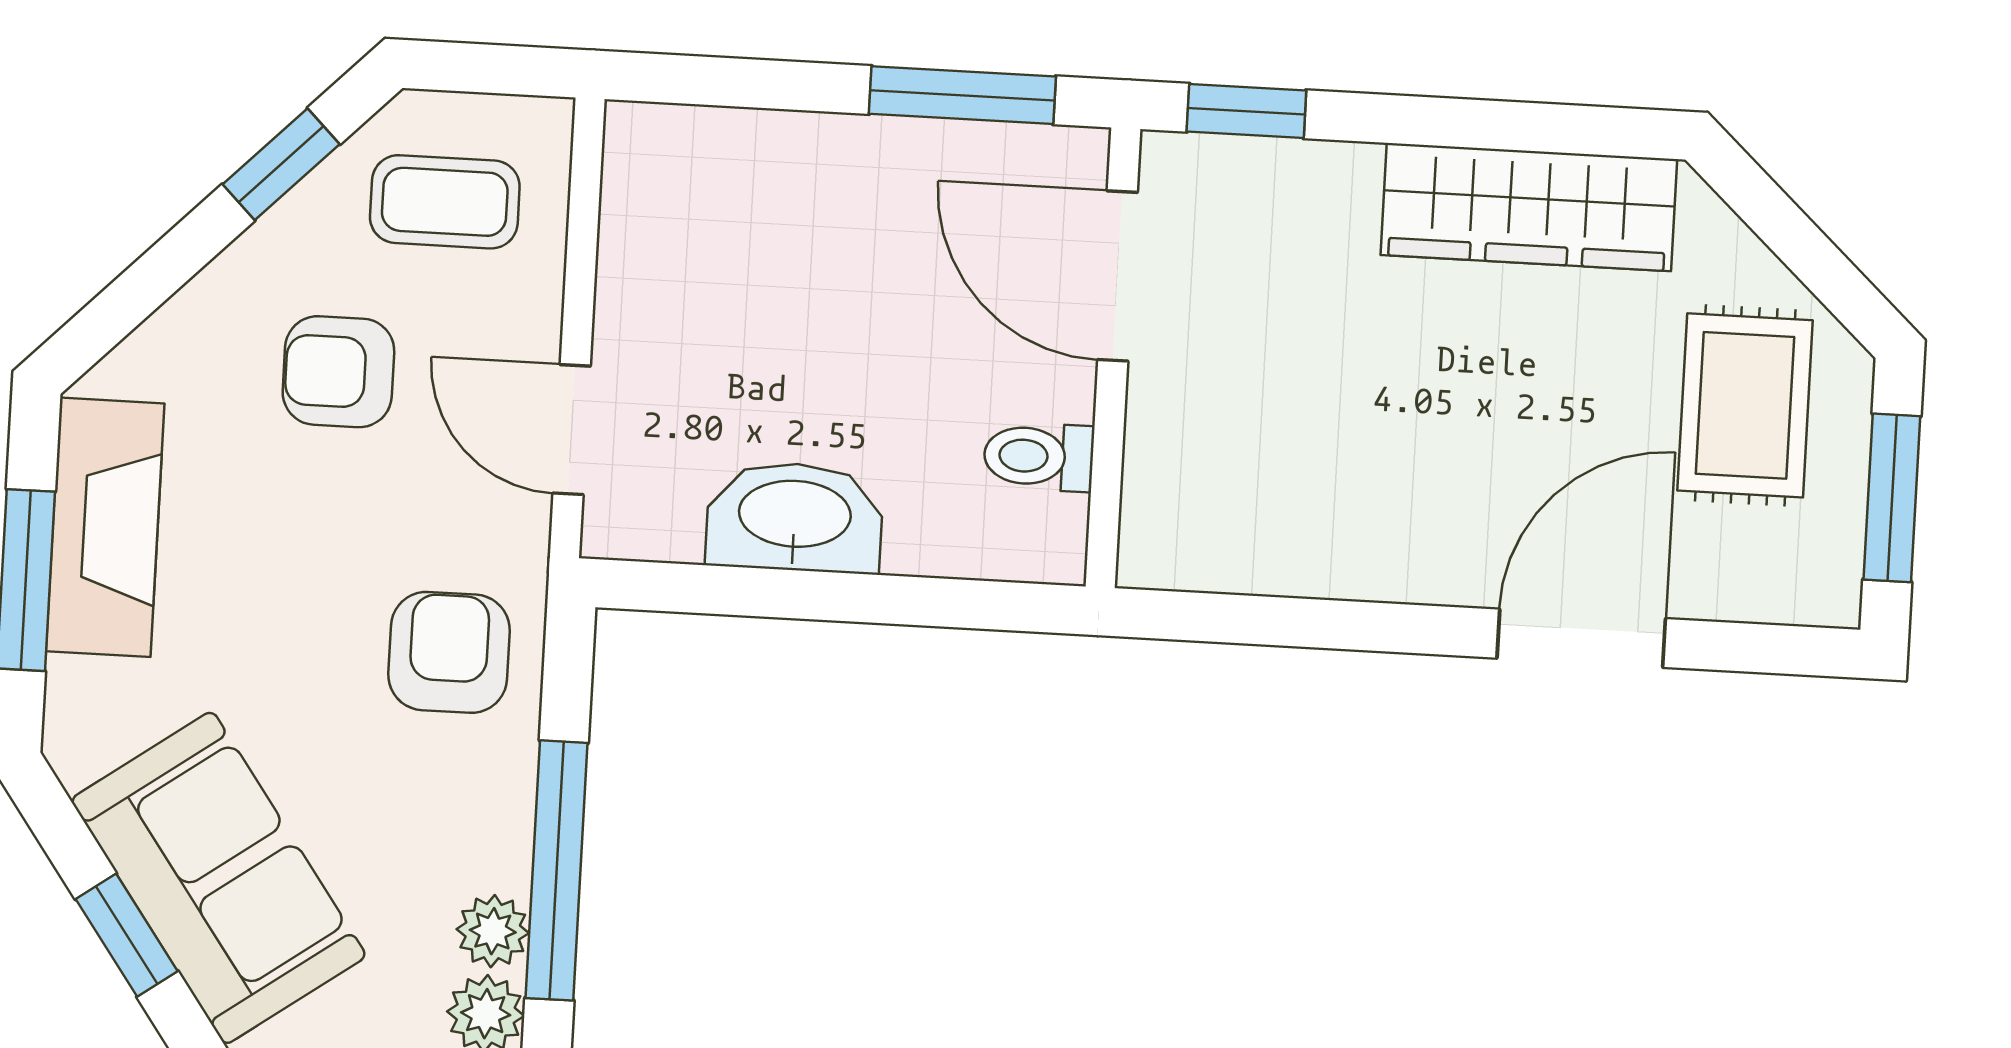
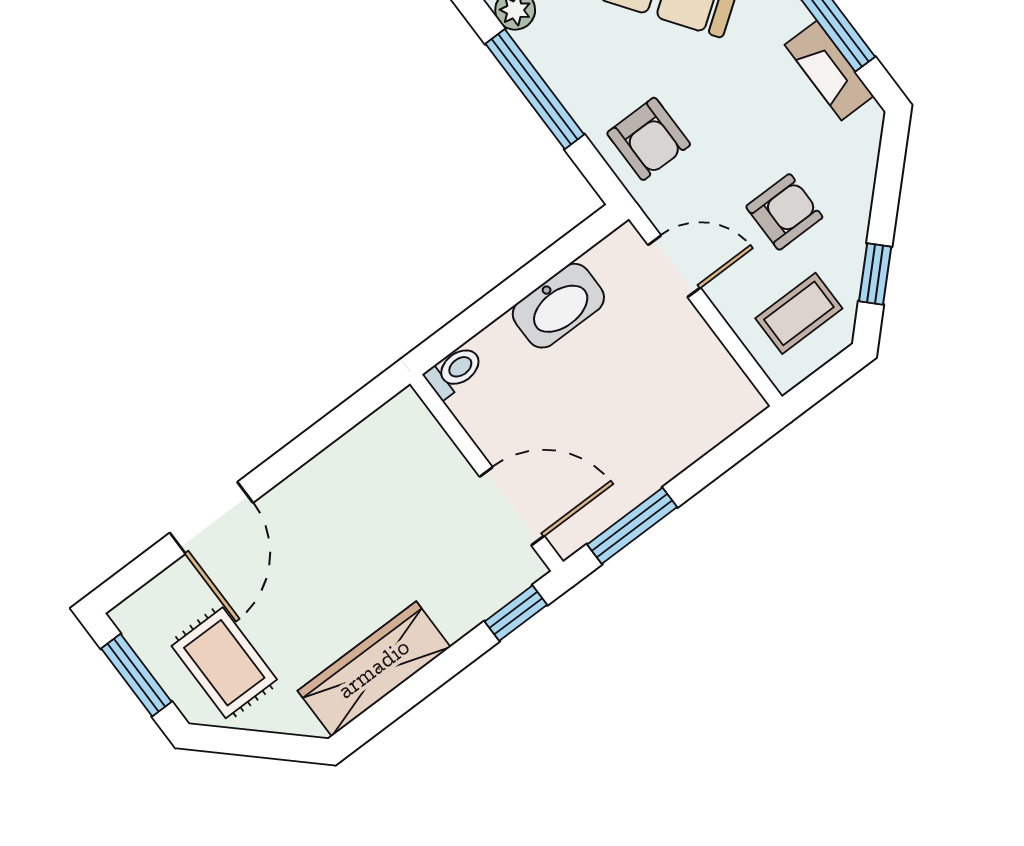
toilet: (1039, 456) -> (454, 371), moved
fireplace: (105, 527) -> (829, 70), width x0.73, depth x0.76
plant: (493, 931) -> (540, 45), removed

